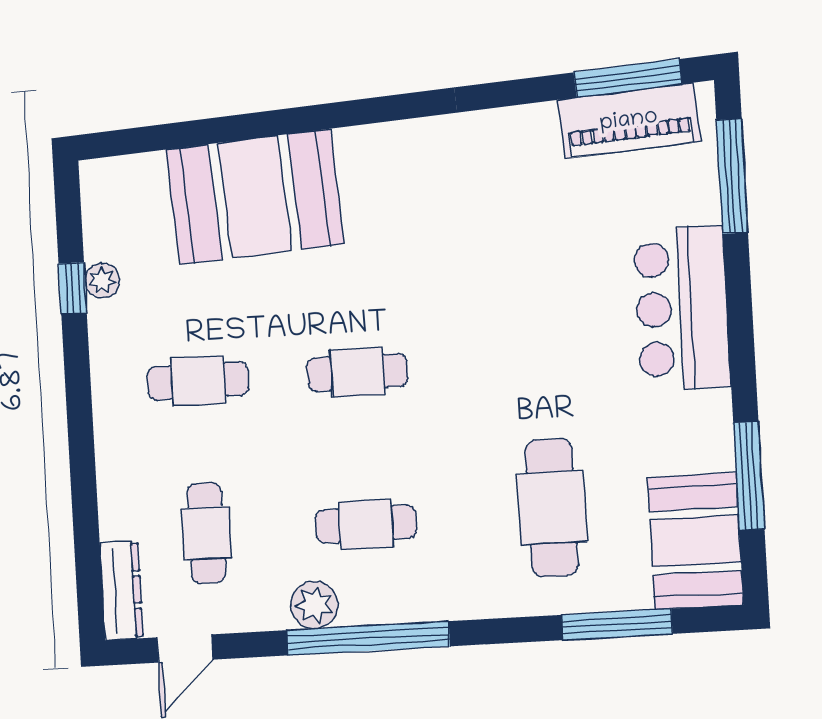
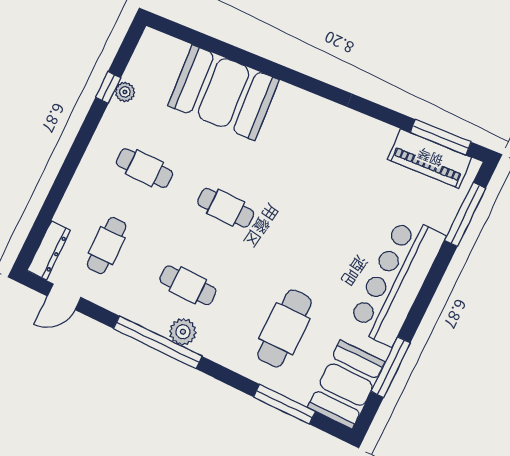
bar counter: (682, 308) -> (397, 281), width x1.36
plant: (314, 605) -> (183, 332), moved

